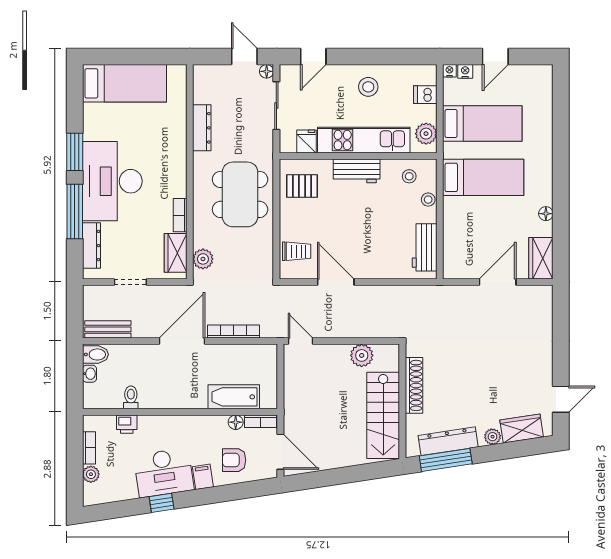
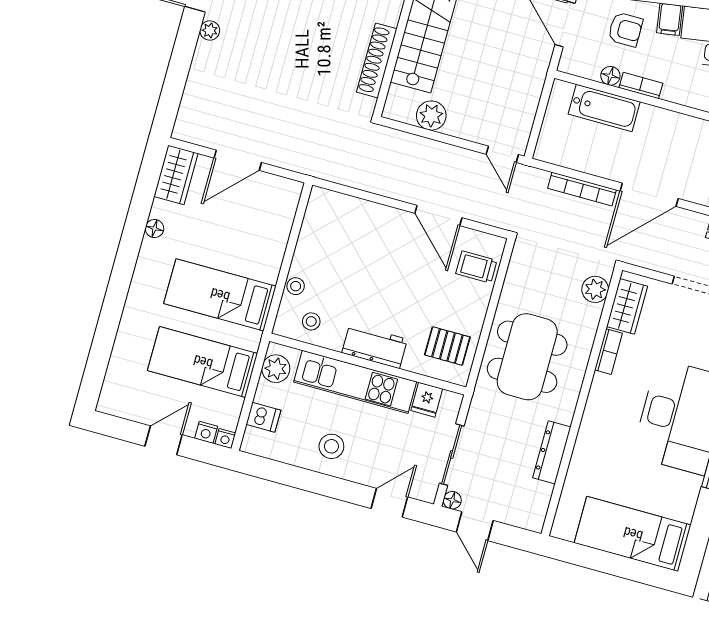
workbench: (425, 247) -> (316, 228), removed
plant: (545, 373) -> (210, 30), added
bookcase: (261, 421) -> (641, 86), moved

